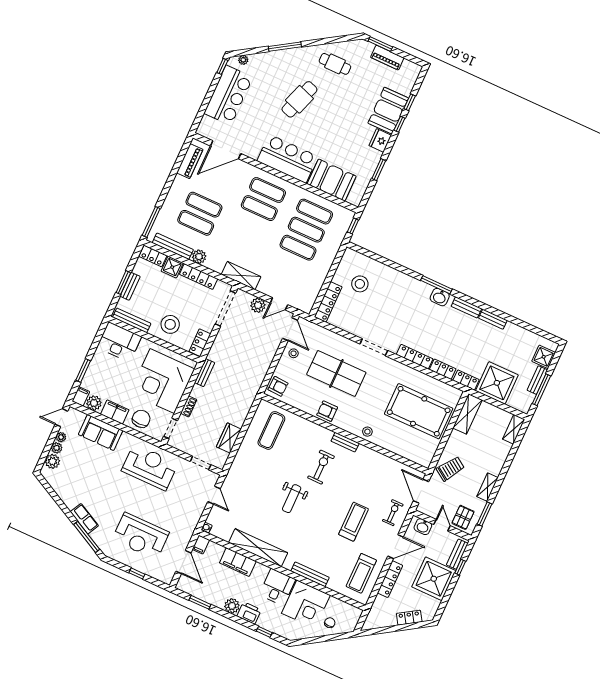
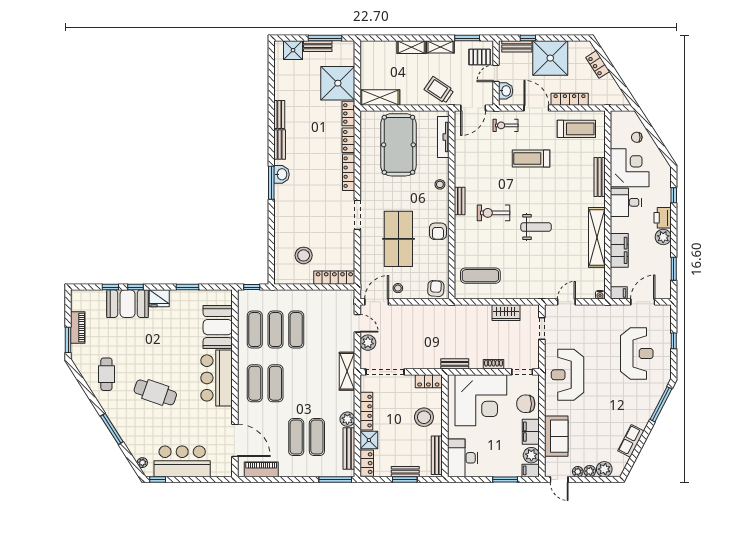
shelving: (514, 429) -> (411, 47), moved
tv unit: (407, 454) -> (443, 137), added
row of seats: (84, 519) -> (631, 441), moved

